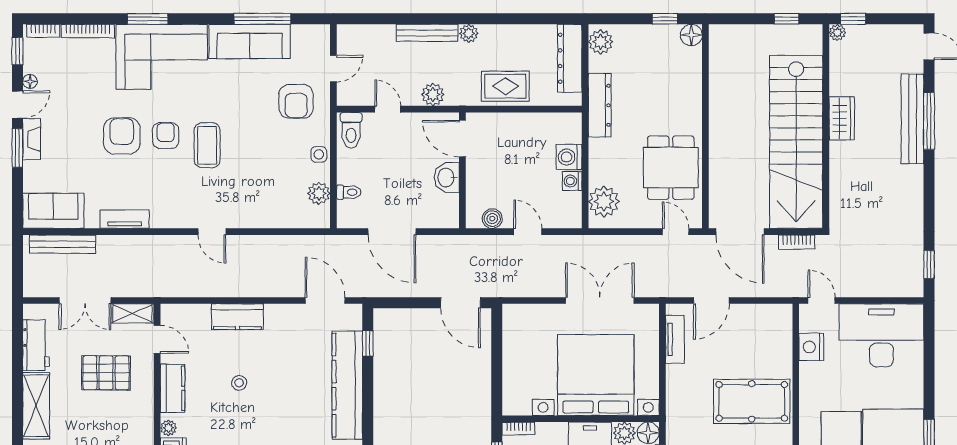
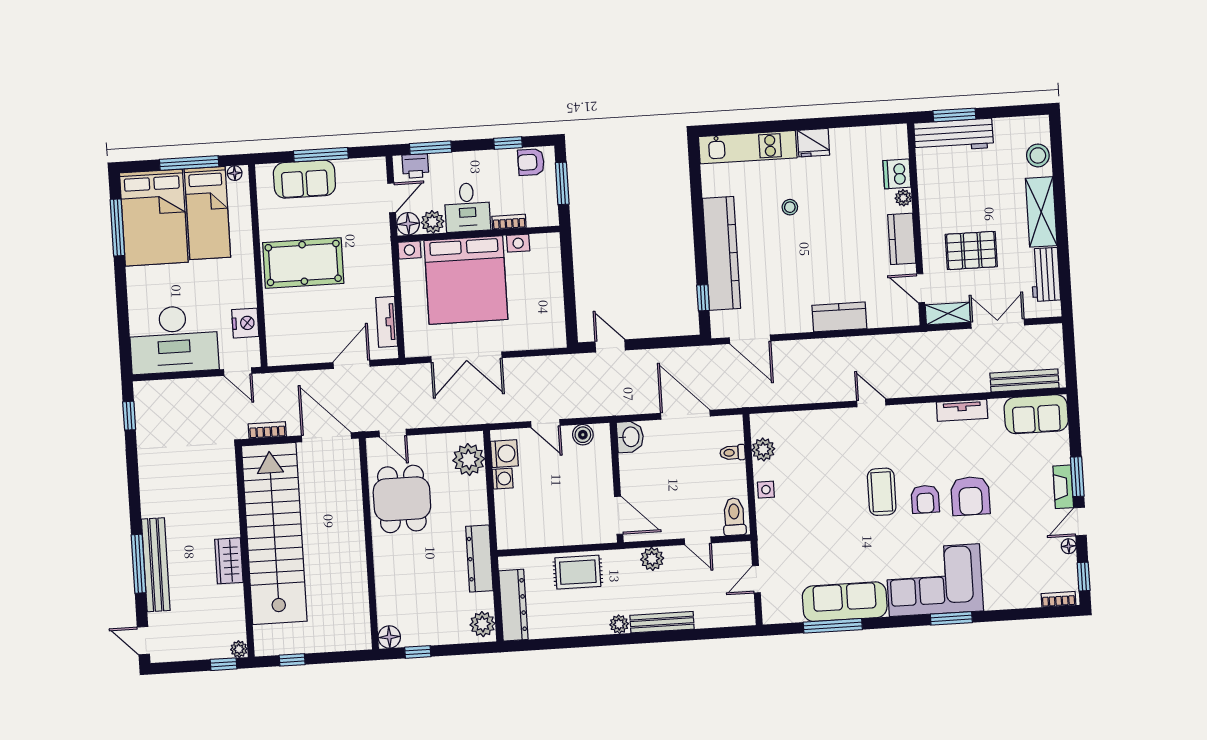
bookcase: (88, 31) -> (1012, 602), removed
armchair: (296, 101) -> (793, 543), removed
washing machine: (569, 157) -> (504, 454), moved
washbasin: (447, 177) -> (630, 437), moved
door: (460, 303) -> (610, 346), width x0.73
stool: (239, 383) -> (790, 207), moved
bookcase: (518, 428) -> (509, 222), moved

